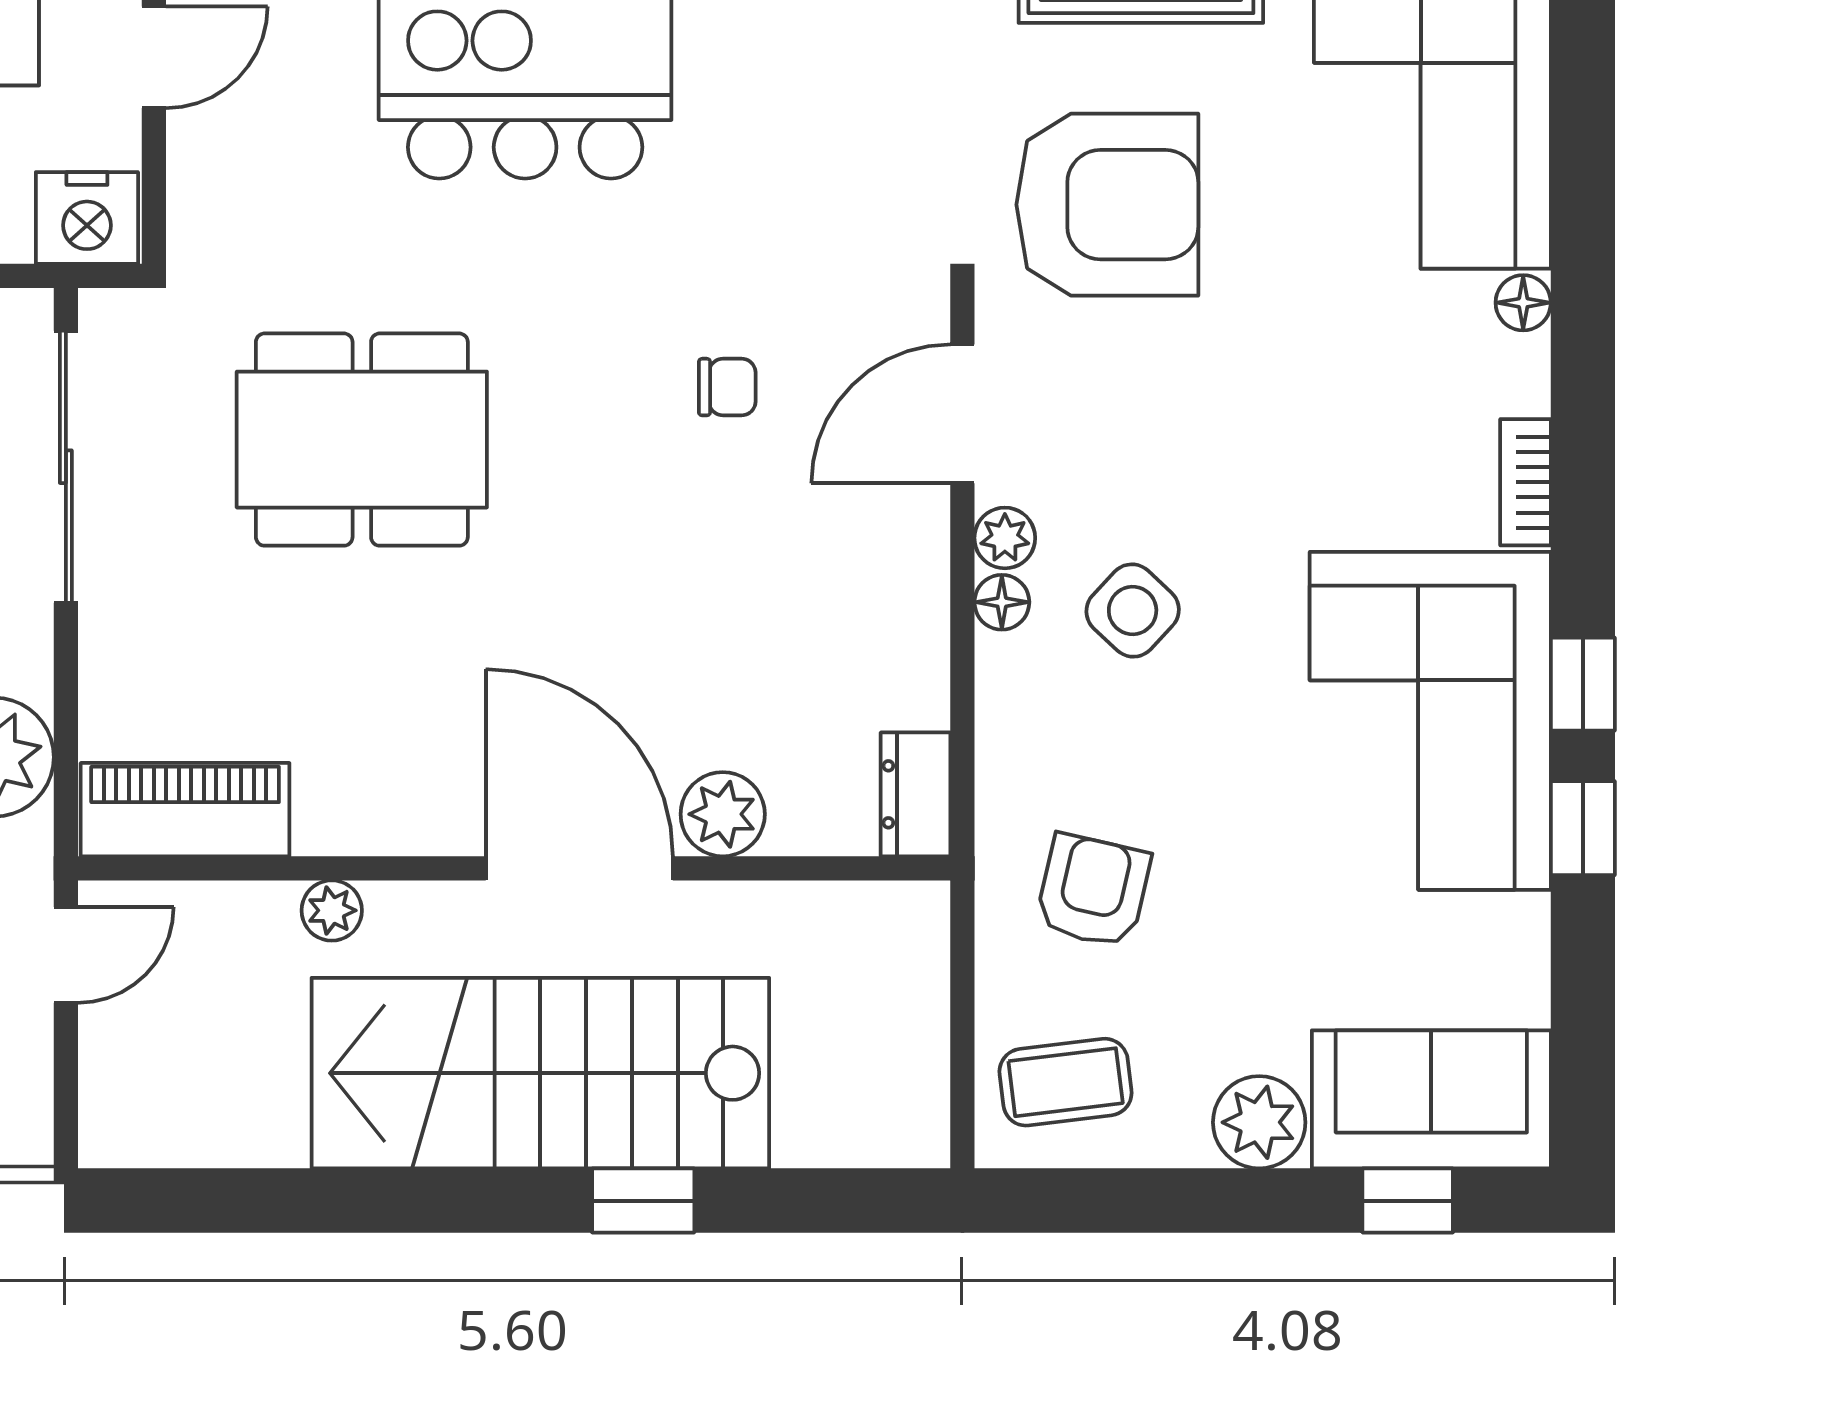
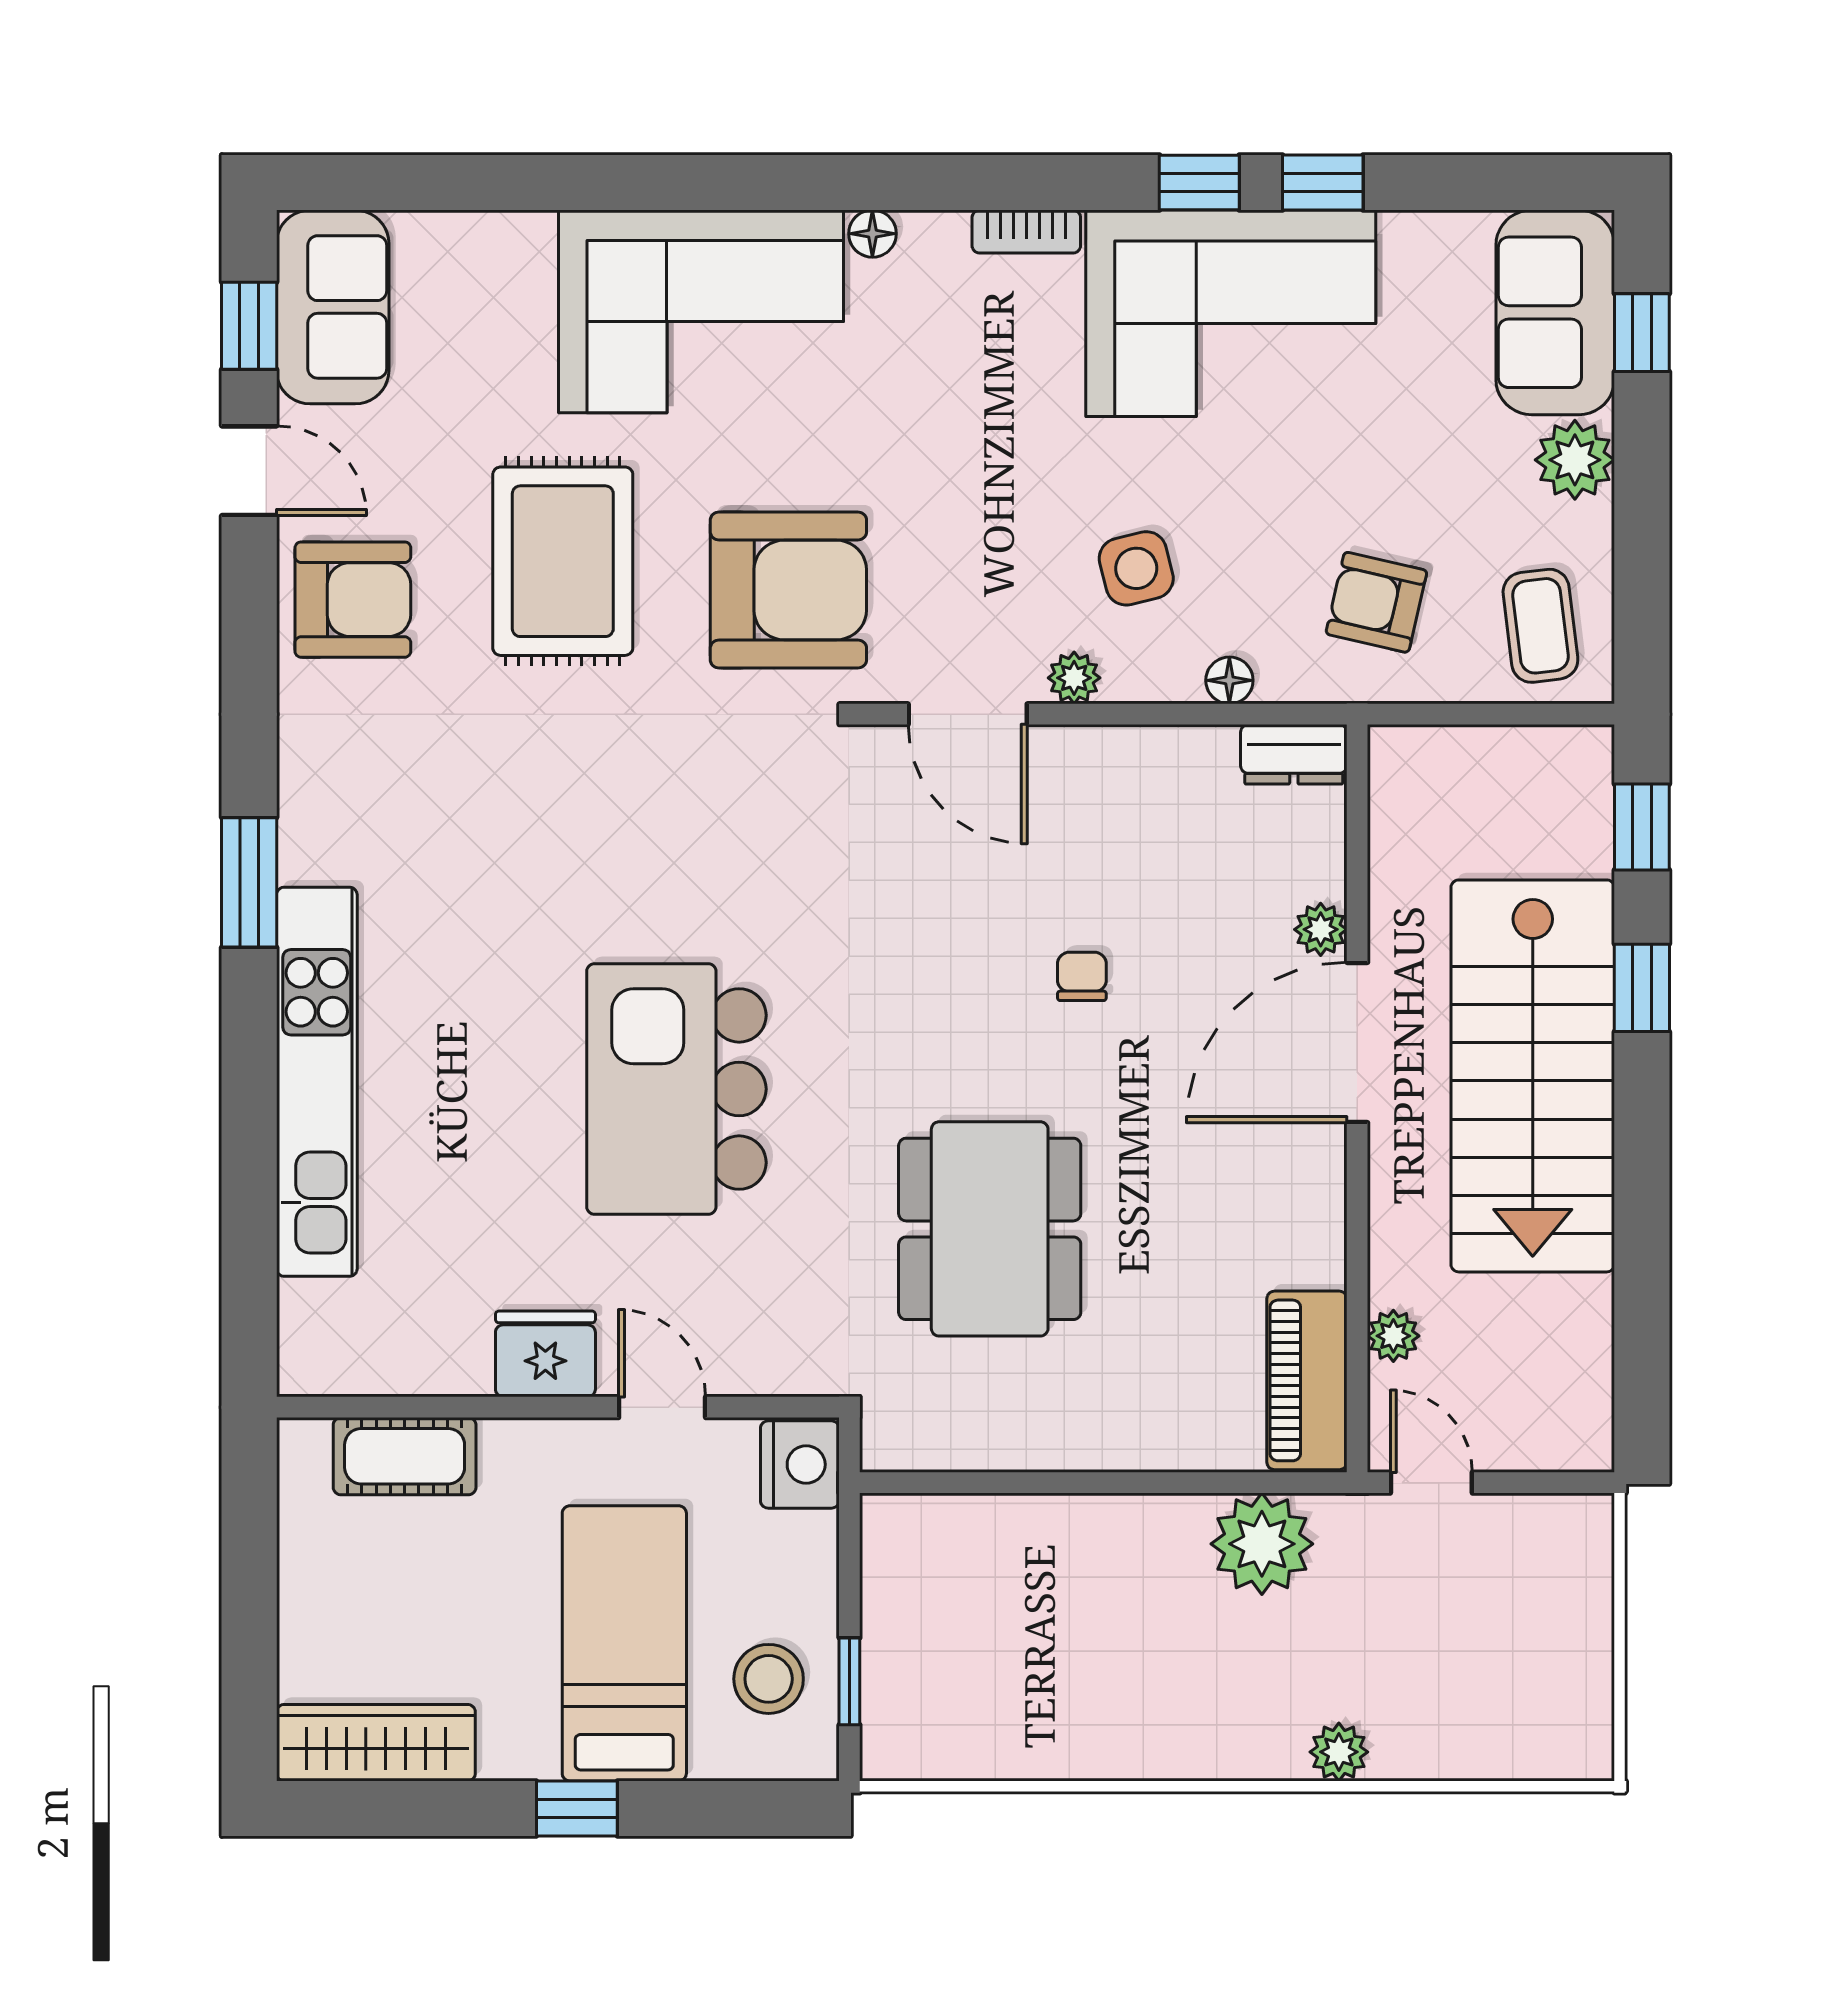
armchair: (1107, 205) -> (788, 590), turned 90
chair: (727, 387) -> (1082, 976), moved
sliding door: (66, 467) -> (1013, 1483), removed
floor lamp: (1002, 602) -> (1229, 680), moved
side table: (1133, 611) -> (1136, 568), turned 33
plant: (723, 814) -> (1321, 929), width x0.73, depth x0.73
plant: (332, 910) -> (1393, 1336), moved
window: (831, 1201) -> (1642, 827), added

